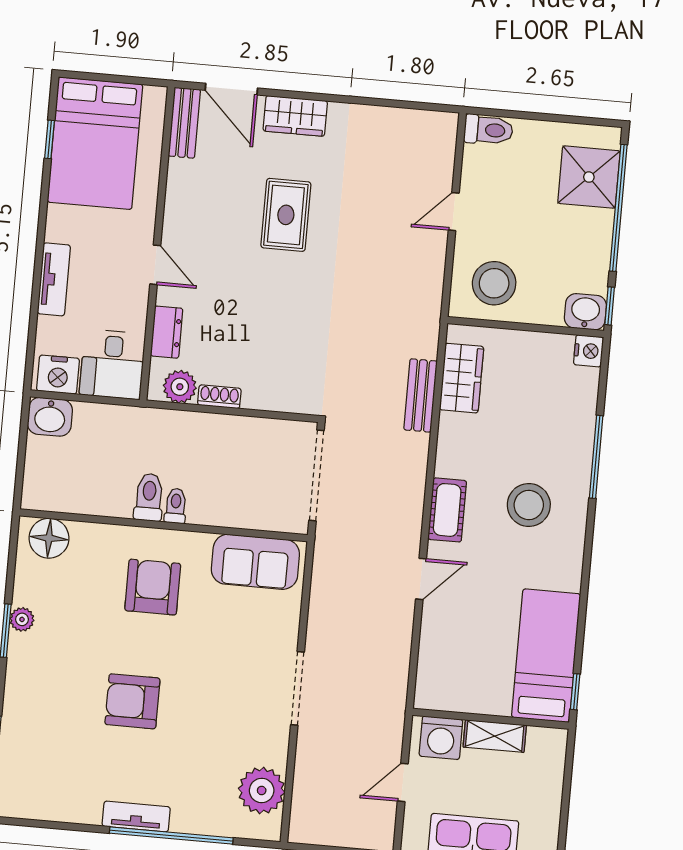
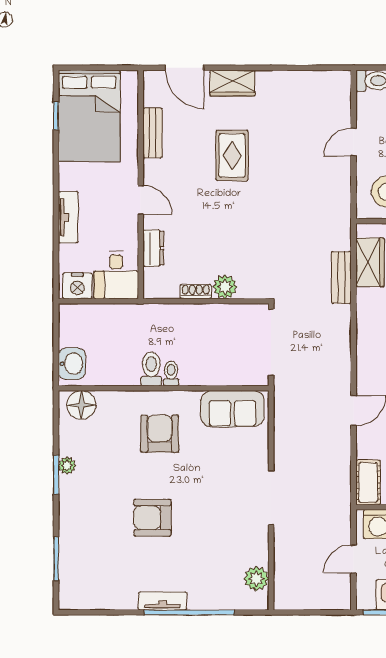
bench: (184, 123) -> (153, 133), moved
plant: (180, 387) -> (225, 287), moved
washbasin: (50, 417) -> (72, 364), moved, turned -90
cot: (447, 510) -> (368, 482), moved
plant: (262, 790) -> (256, 579), width x0.73, depth x0.73

